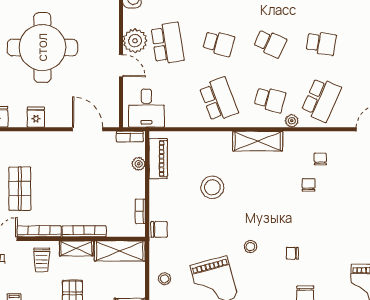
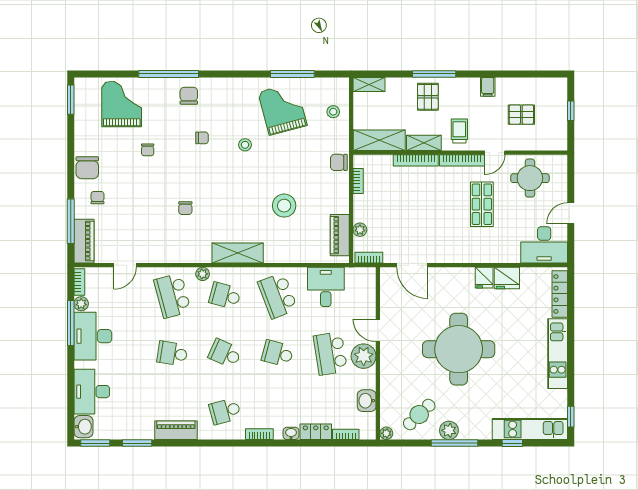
school desk: (321, 100) -> (172, 296), turned -39
desk: (146, 108) -> (326, 287), moved
fridge: (36, 117) -> (484, 278), moved
chair: (320, 159) -> (148, 150), moved

